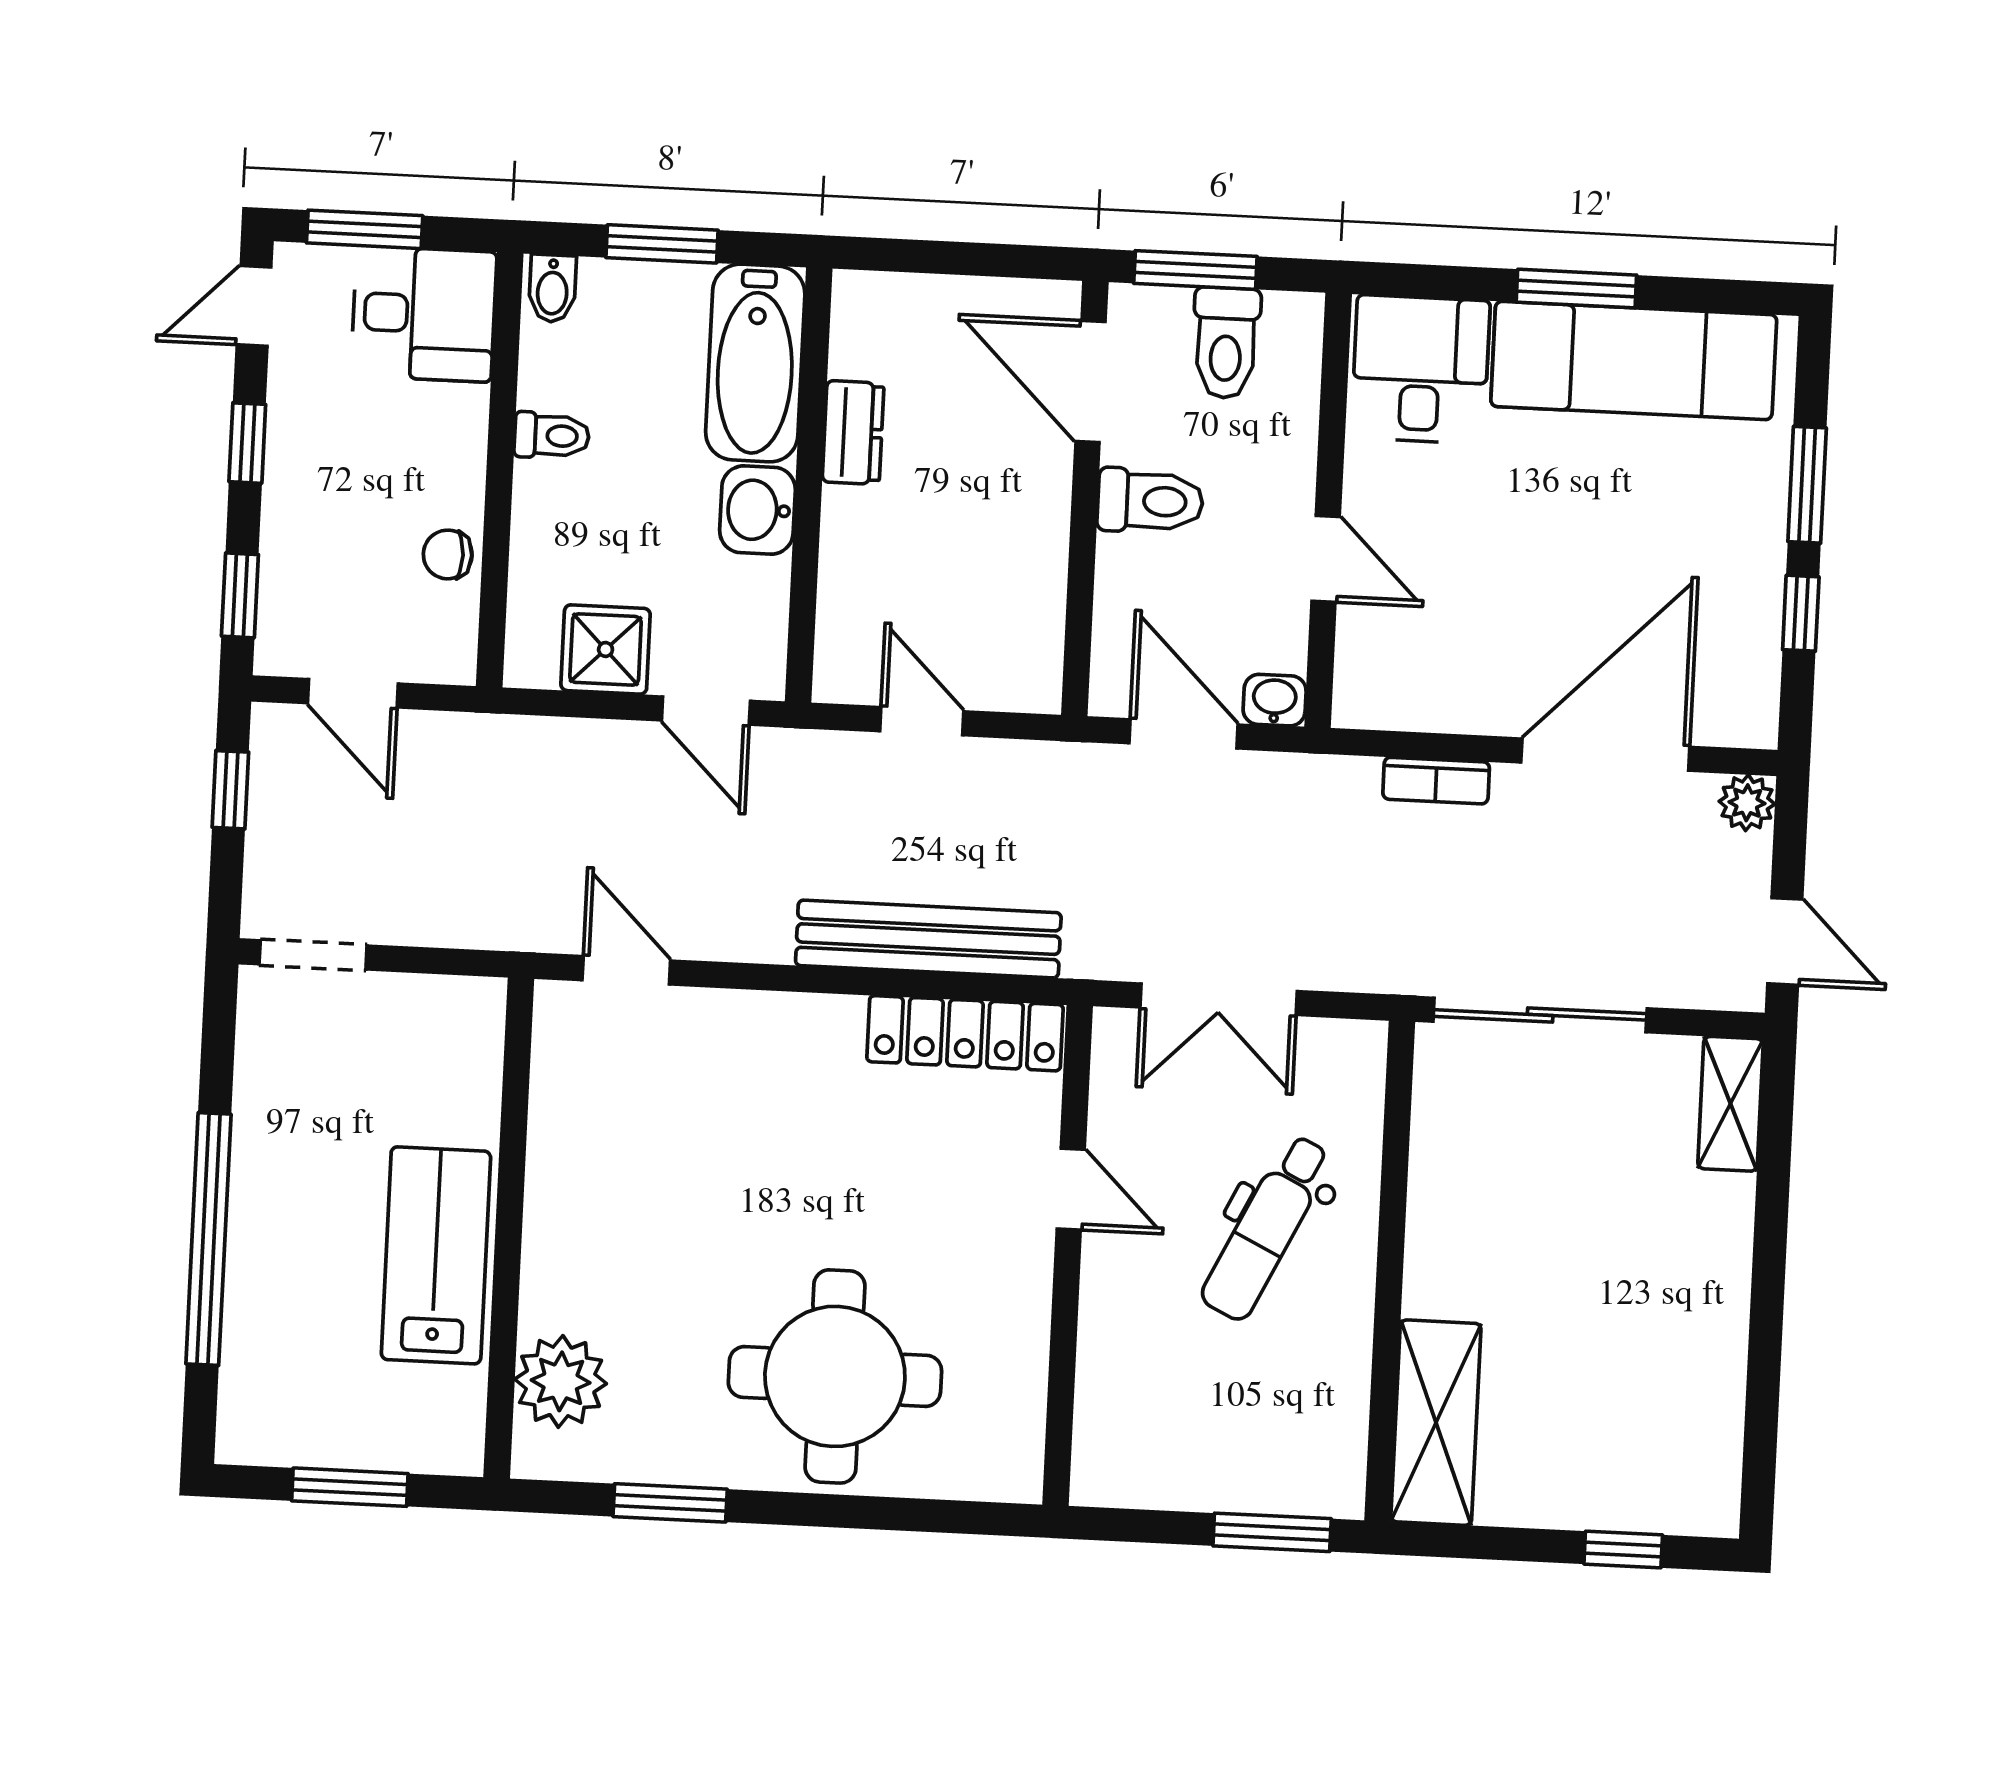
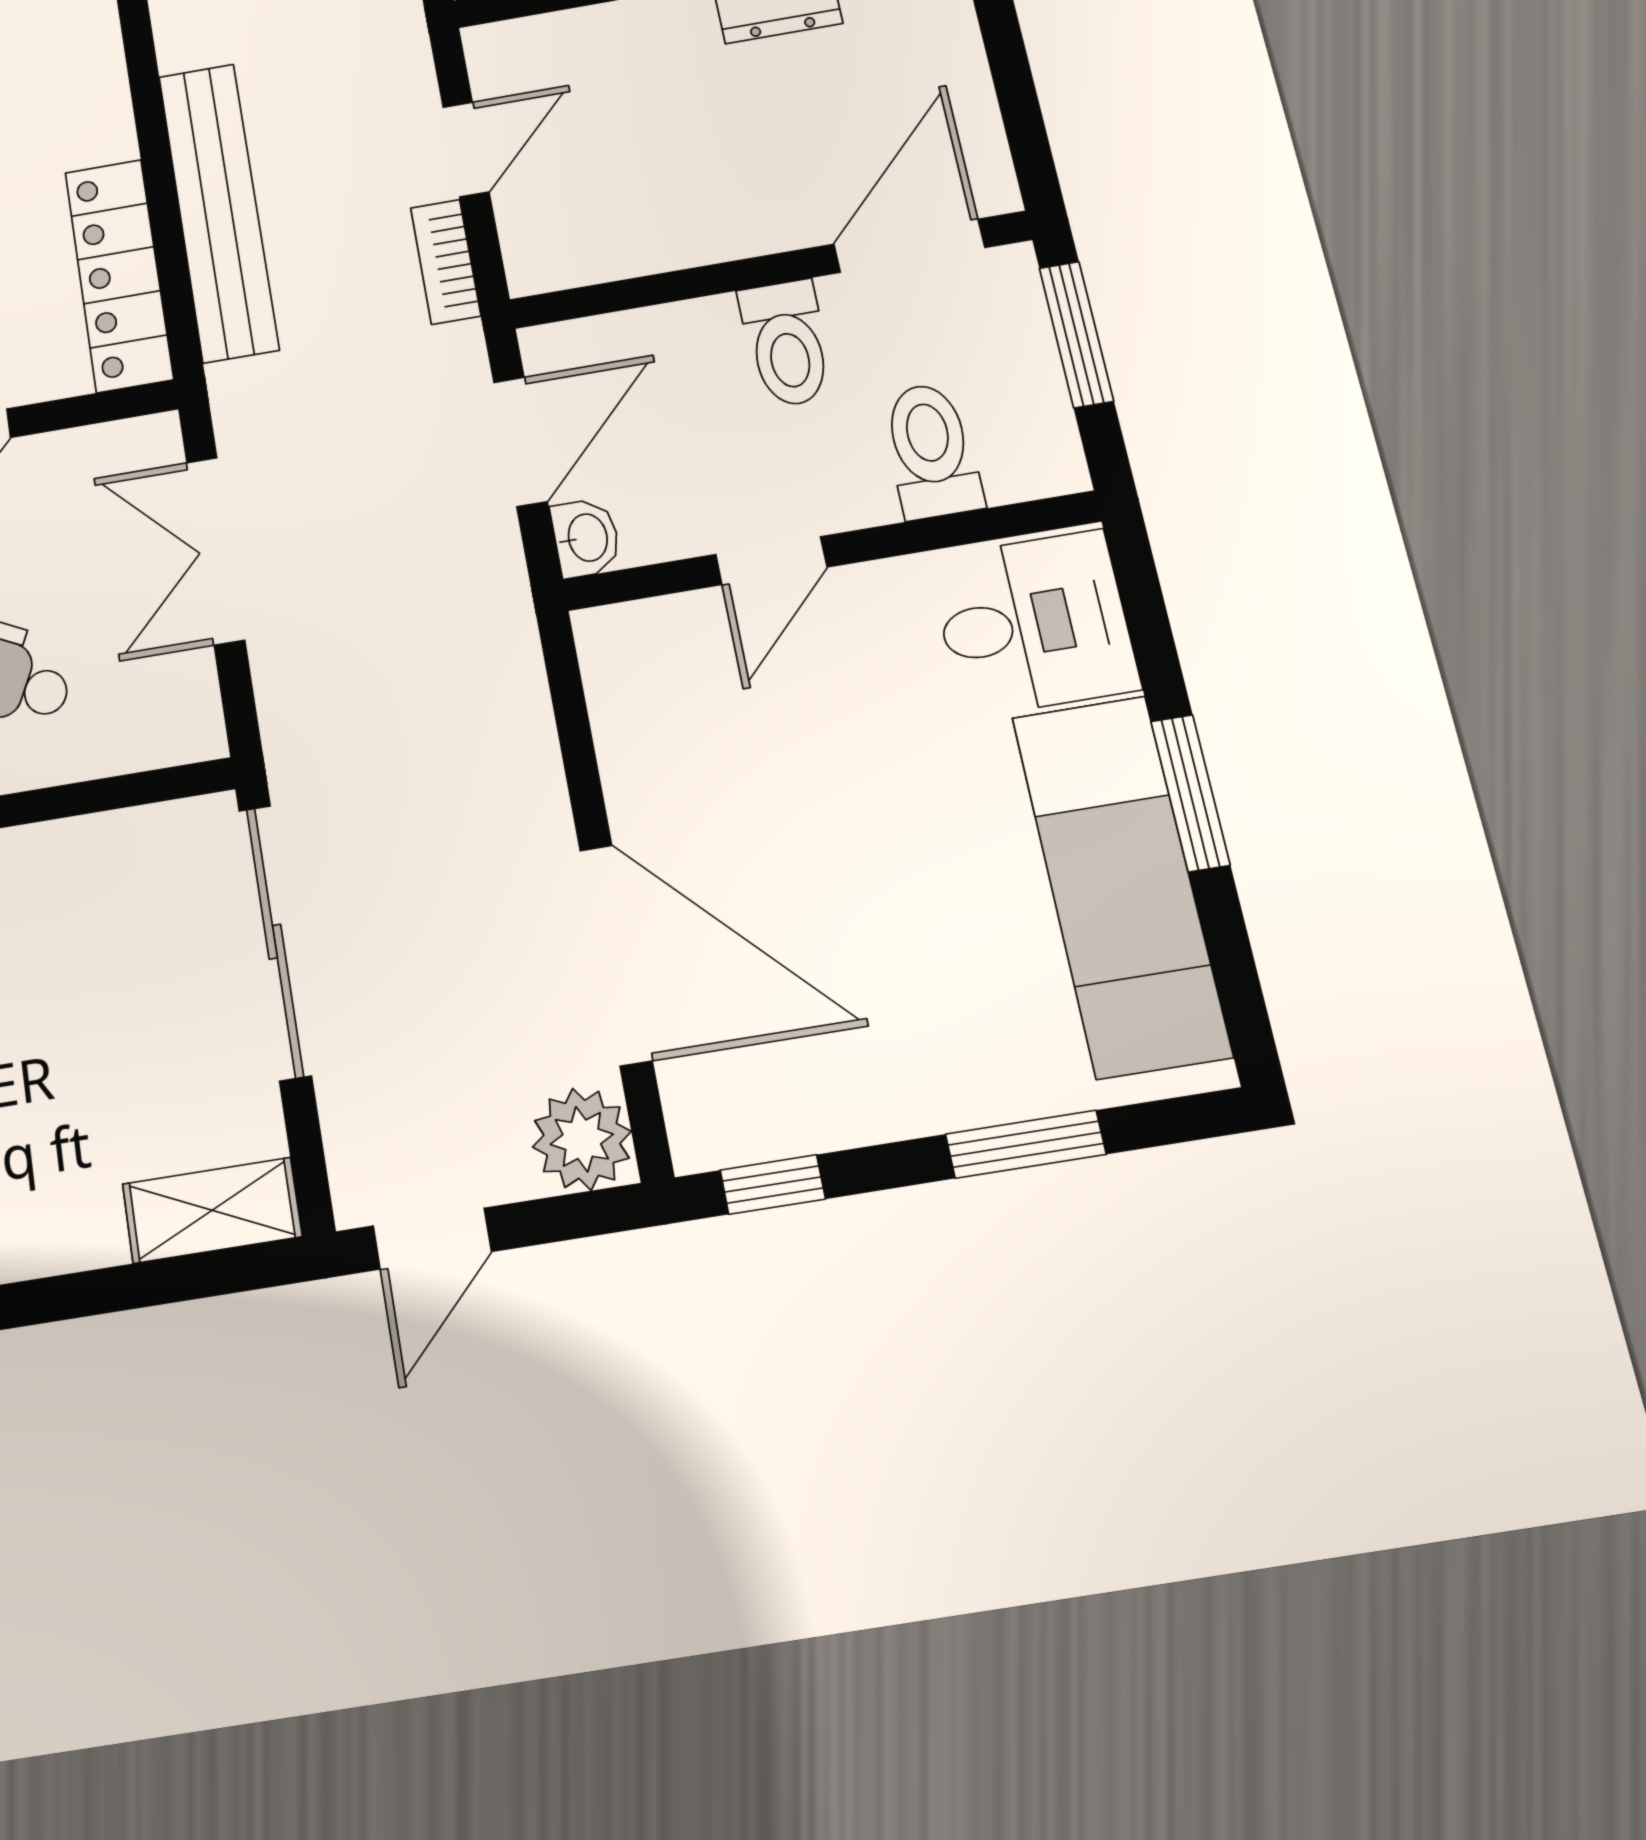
toilet: (1226, 343) -> (931, 451), moved, turned 90
window: (1801, 613) -> (773, 1185), moved
bookcase: (1436, 781) -> (446, 262), moved
plant: (1747, 803) -> (582, 1139), width x1.38, depth x1.38

